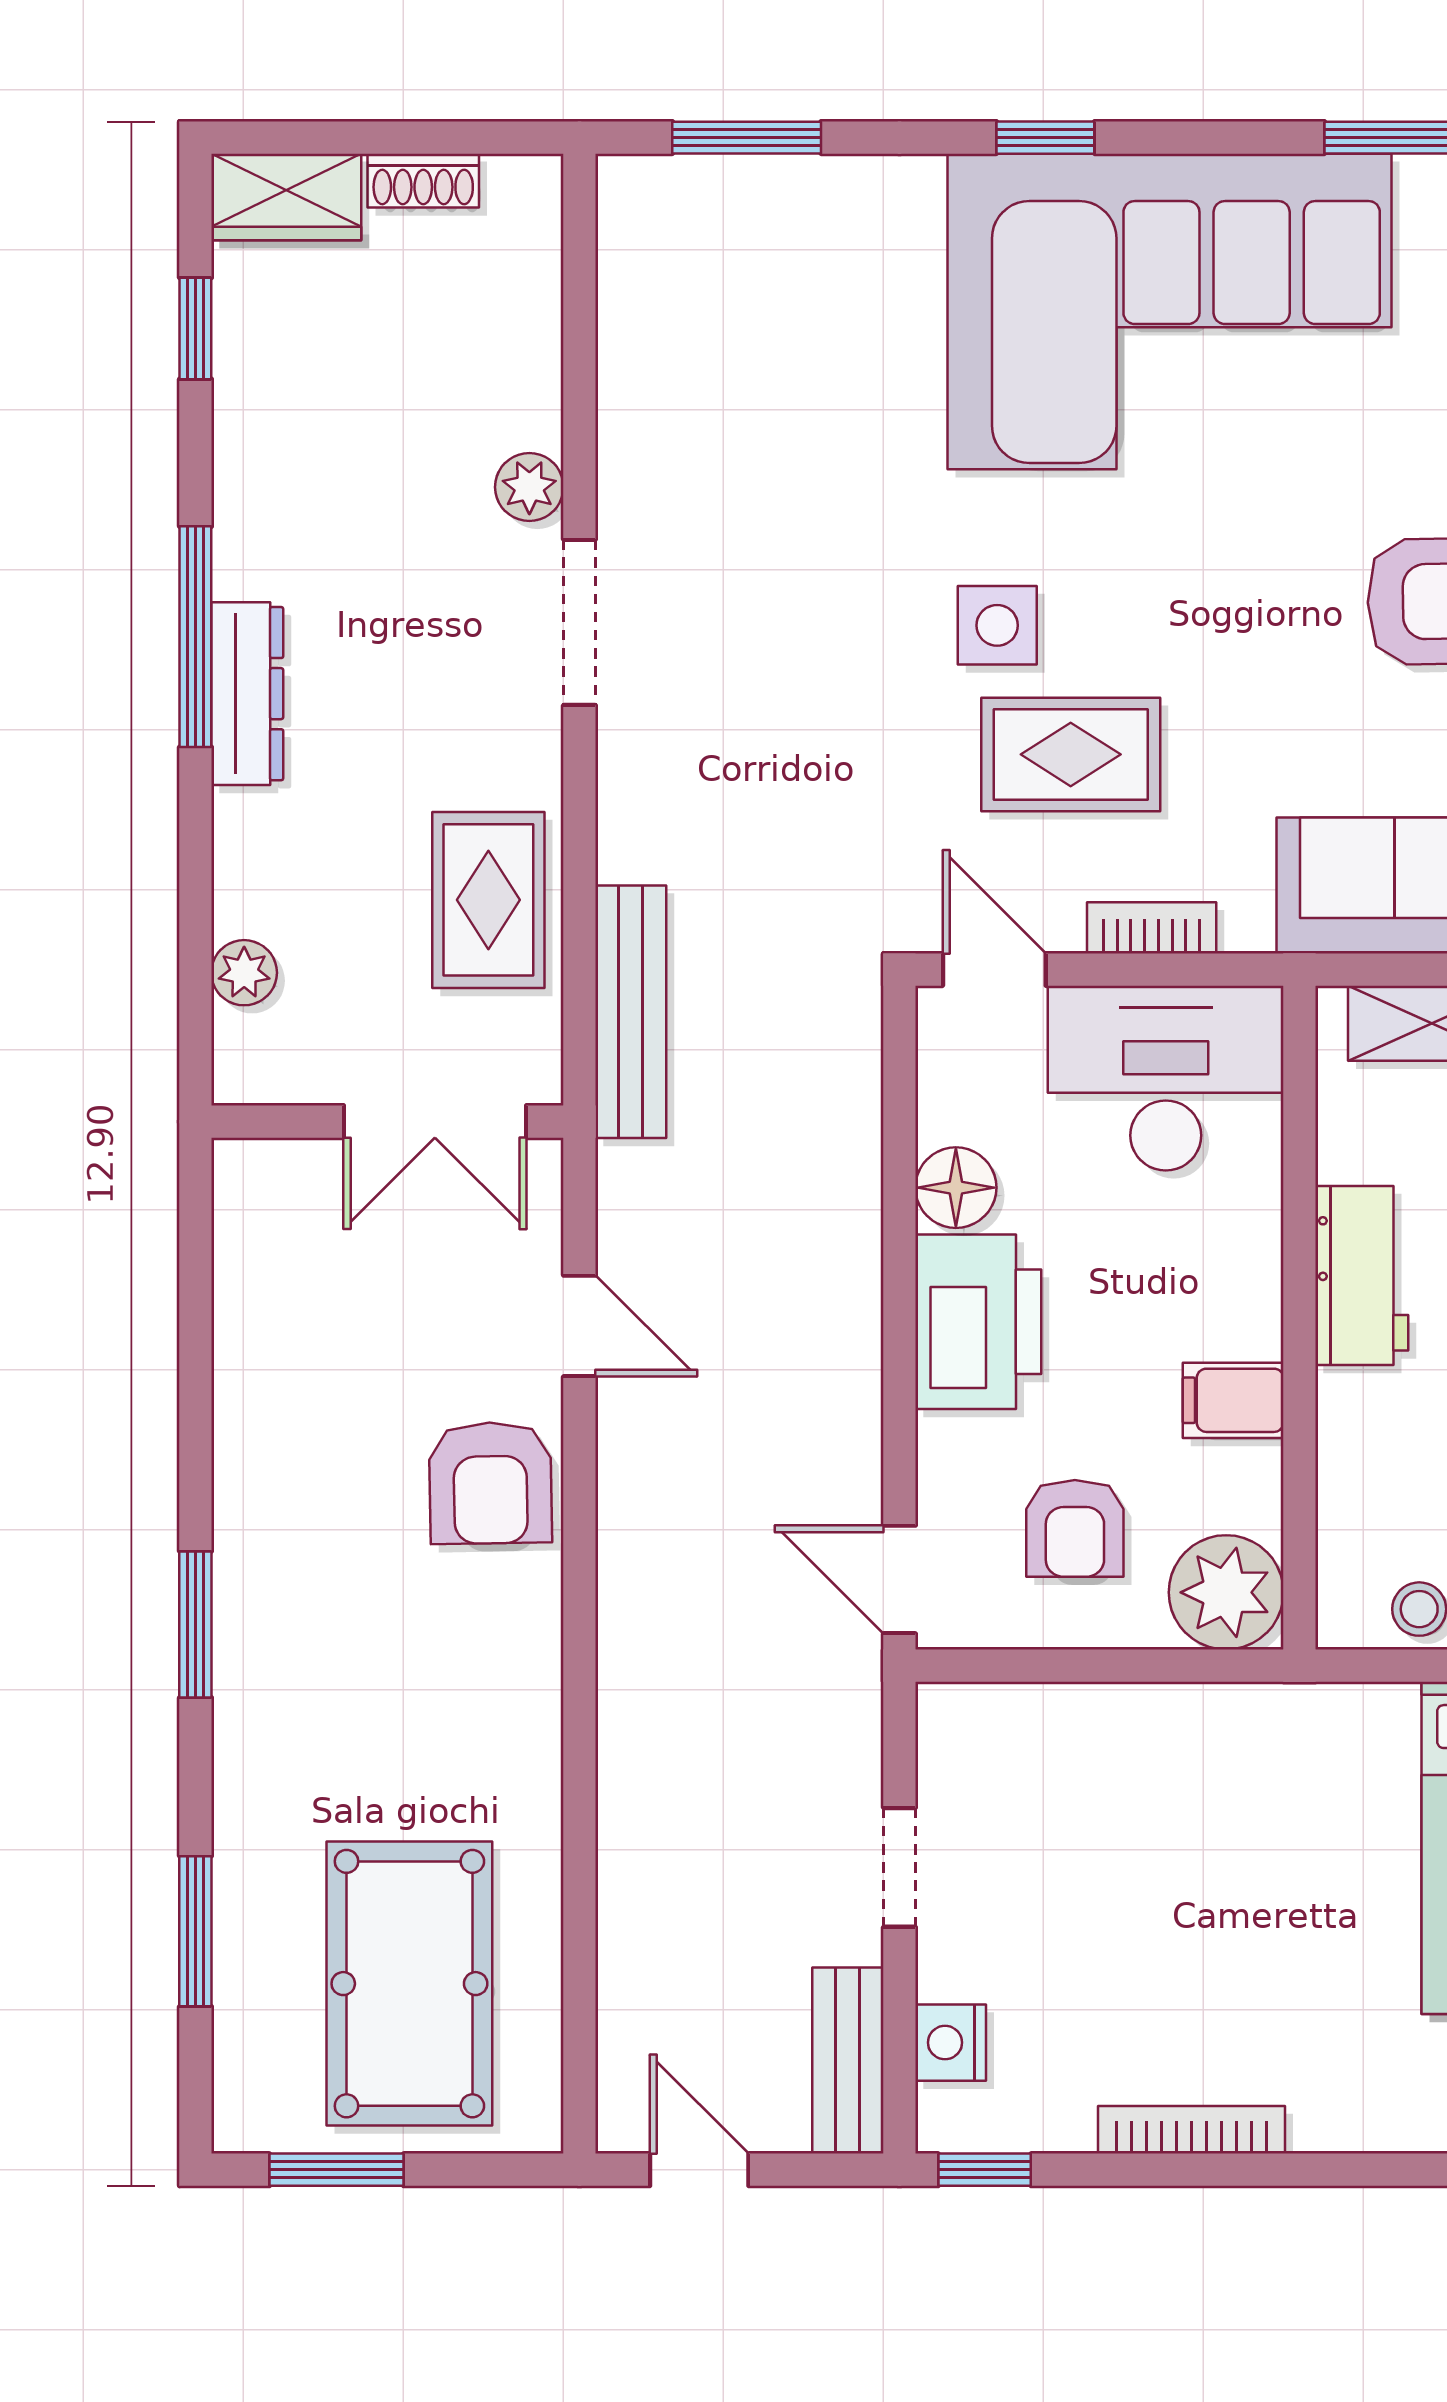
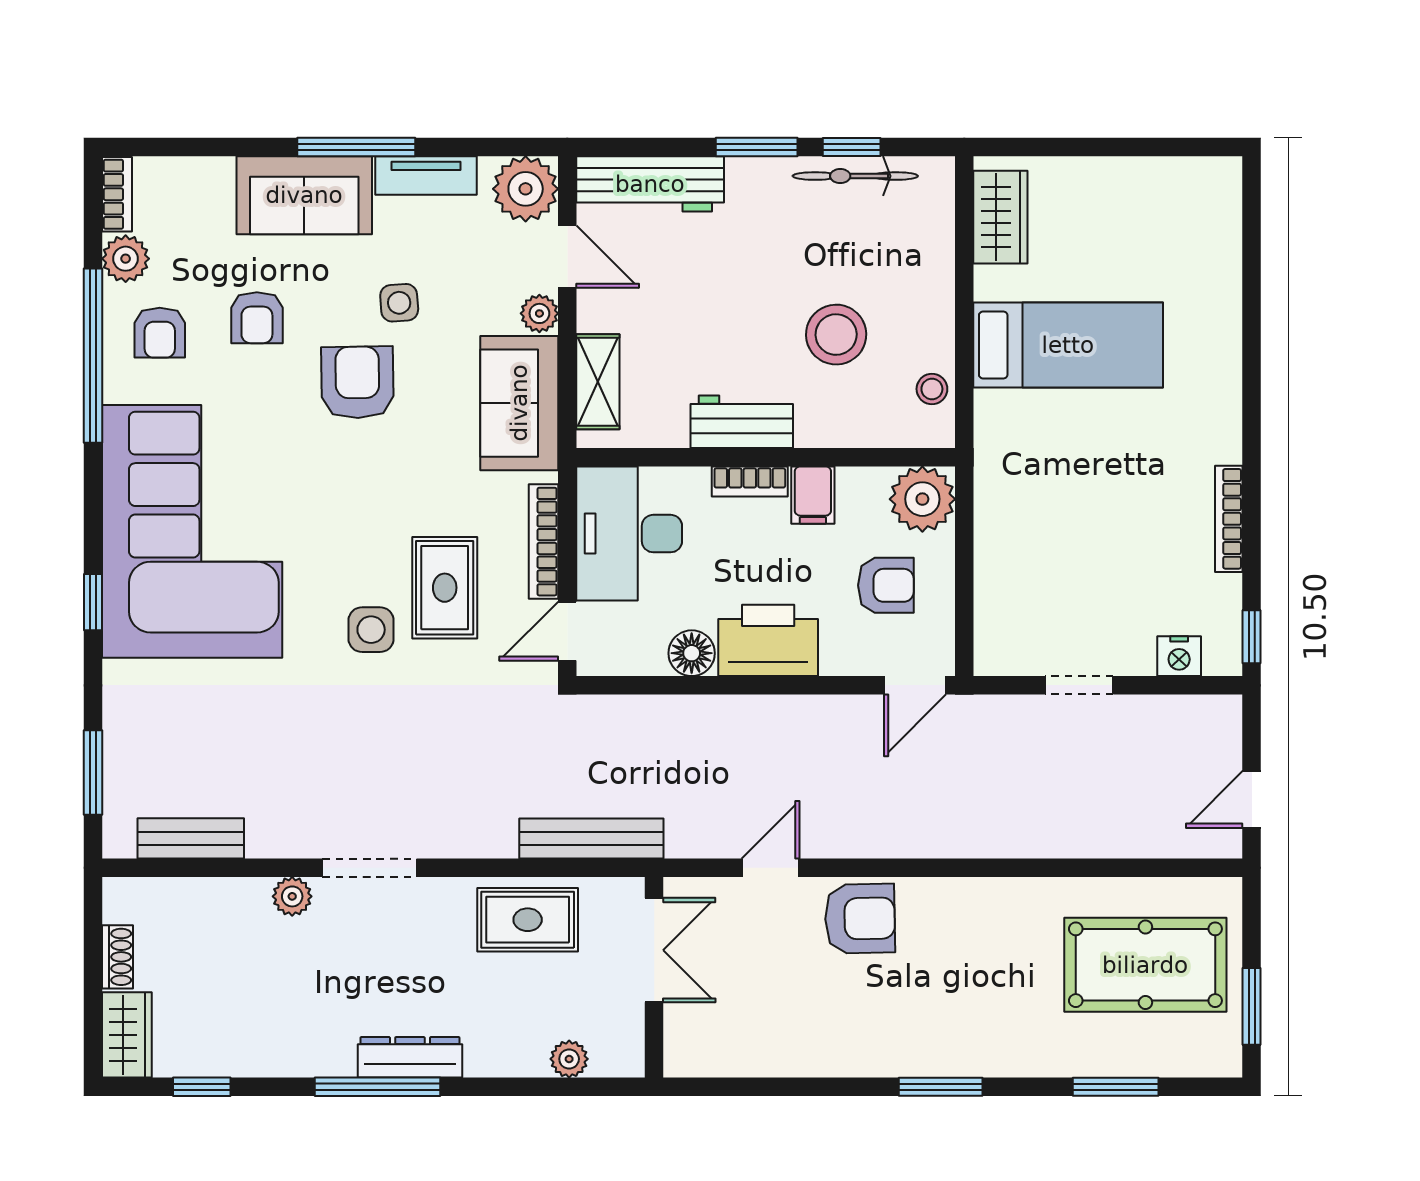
bookcase: (1152, 928) -> (544, 542), width x1.56
bookcase: (1257, 1290) -> (750, 482), added
bench: (848, 2061) -> (191, 838), moved

